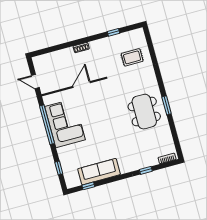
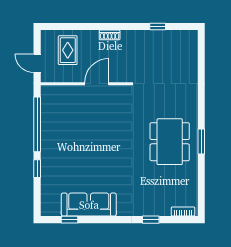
rug: (132, 57) -> (68, 50), moved, turned 90
corner sofa: (65, 123) -> (61, 129), removed
window: (59, 168) -> (37, 169), moved

